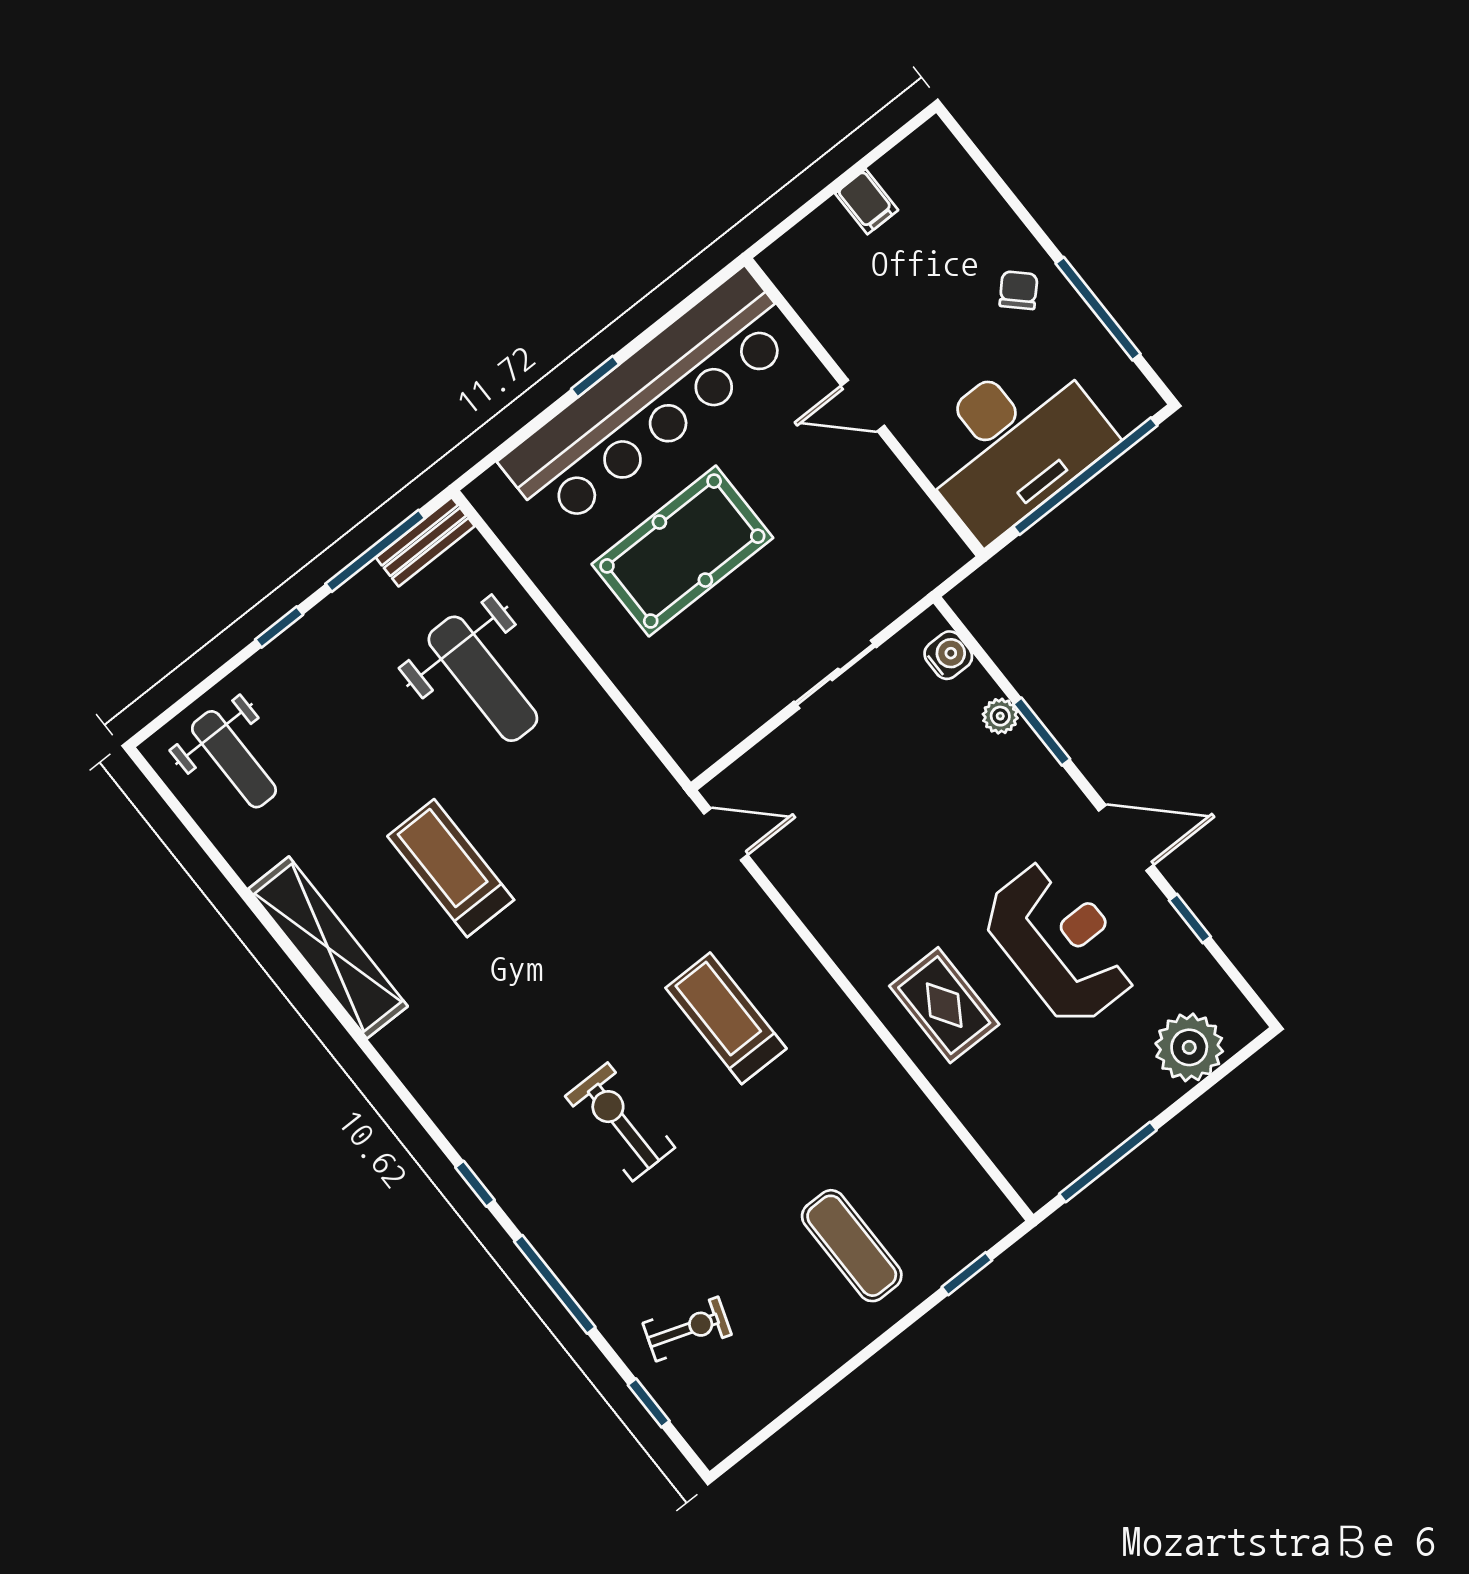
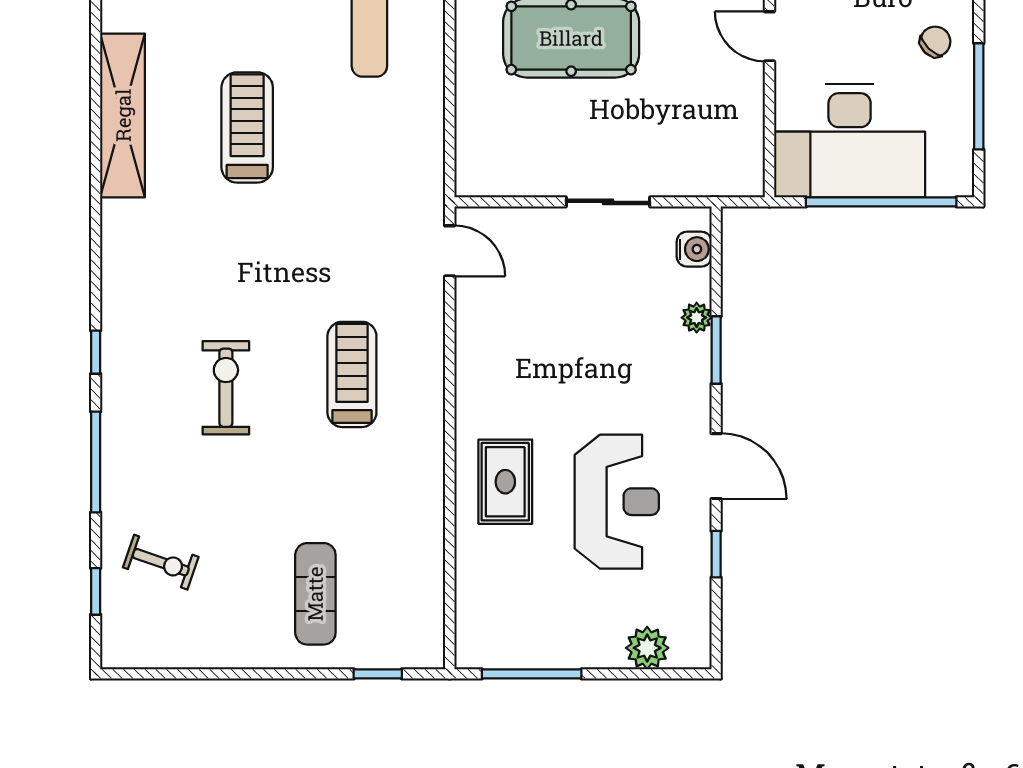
plant: (1189, 1047) -> (647, 648), width x0.73, depth x0.73

